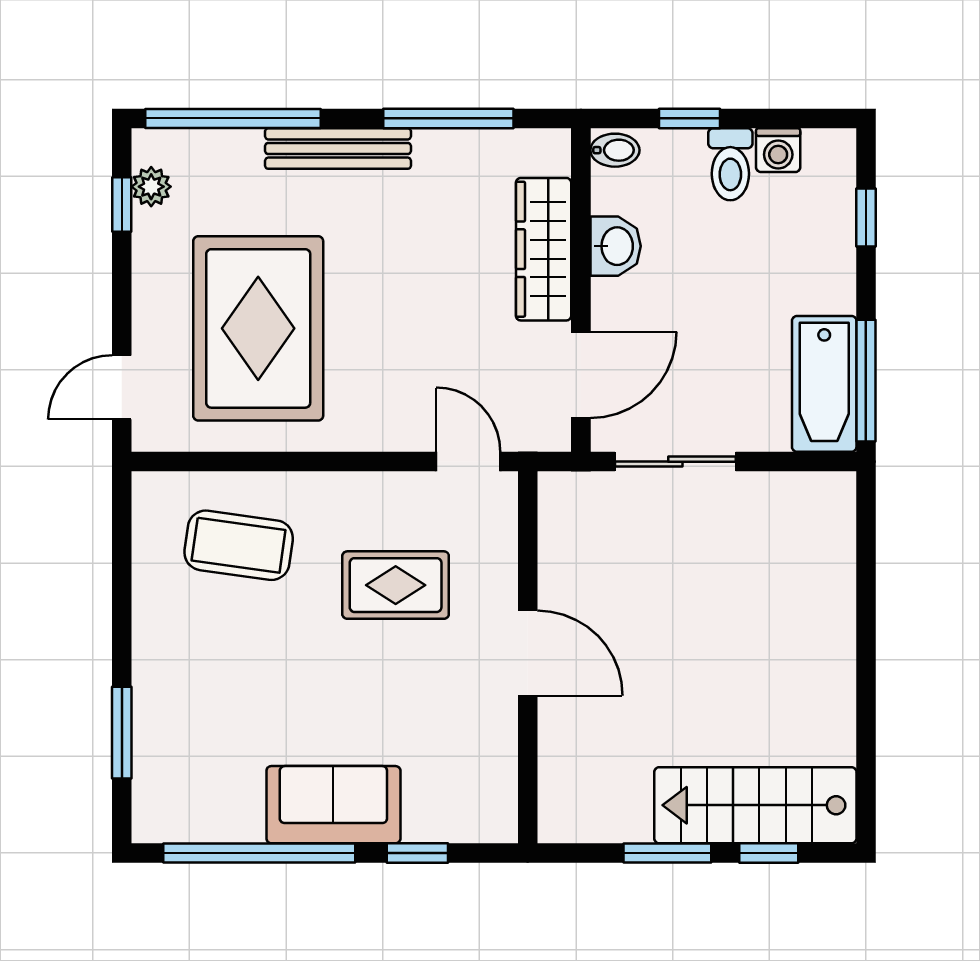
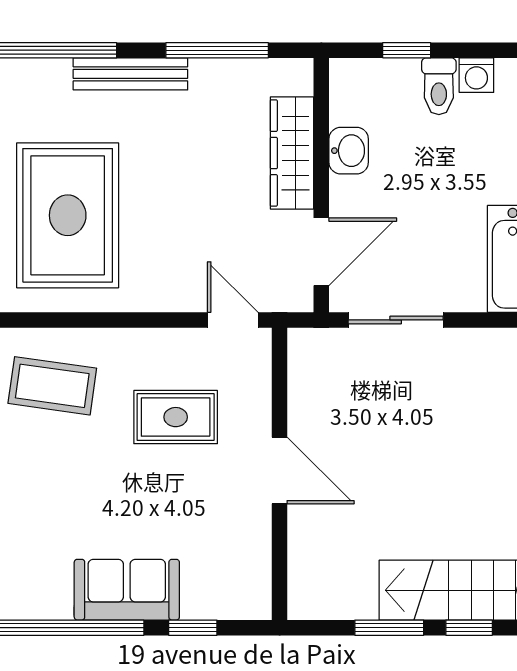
bidet: (615, 150) -> (348, 75), removed

